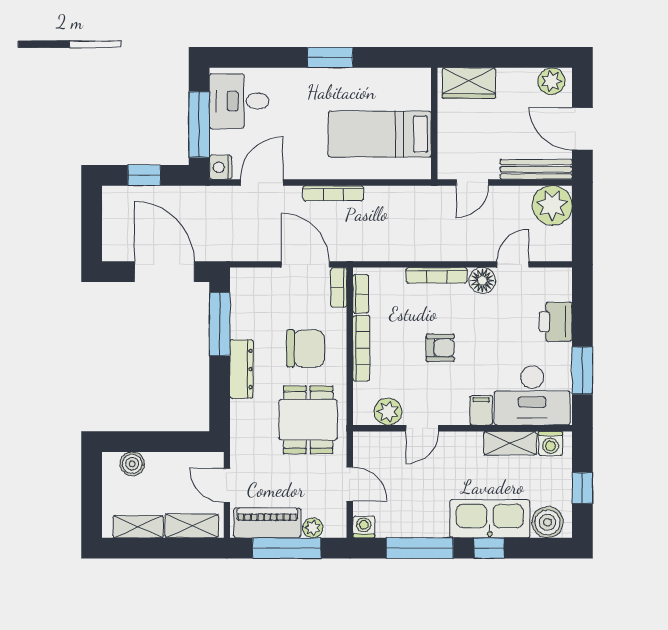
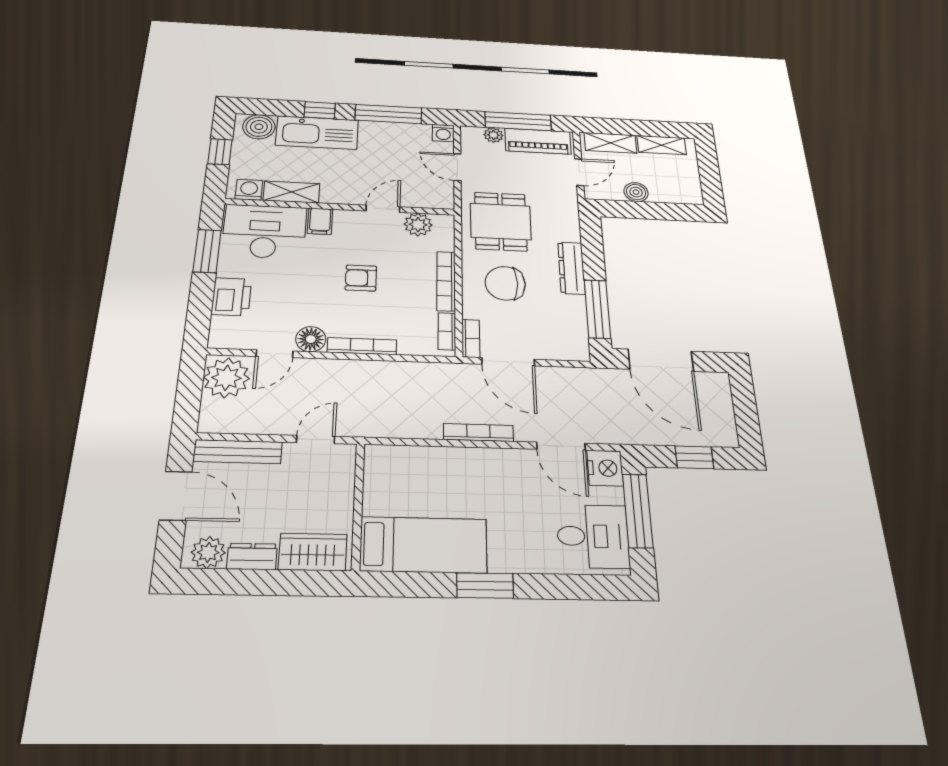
dresser: (517, 78) -> (252, 556), added
bed: (380, 134) -> (424, 545), moved
nightstand: (221, 167) -> (605, 468), width x1.36, depth x1.33
door: (262, 182) -> (561, 446), hinge flipped
plant: (552, 205) -> (226, 378), moved
boiler: (132, 464) -> (636, 192), moved
door: (227, 486) -> (579, 172), hinge flipped

